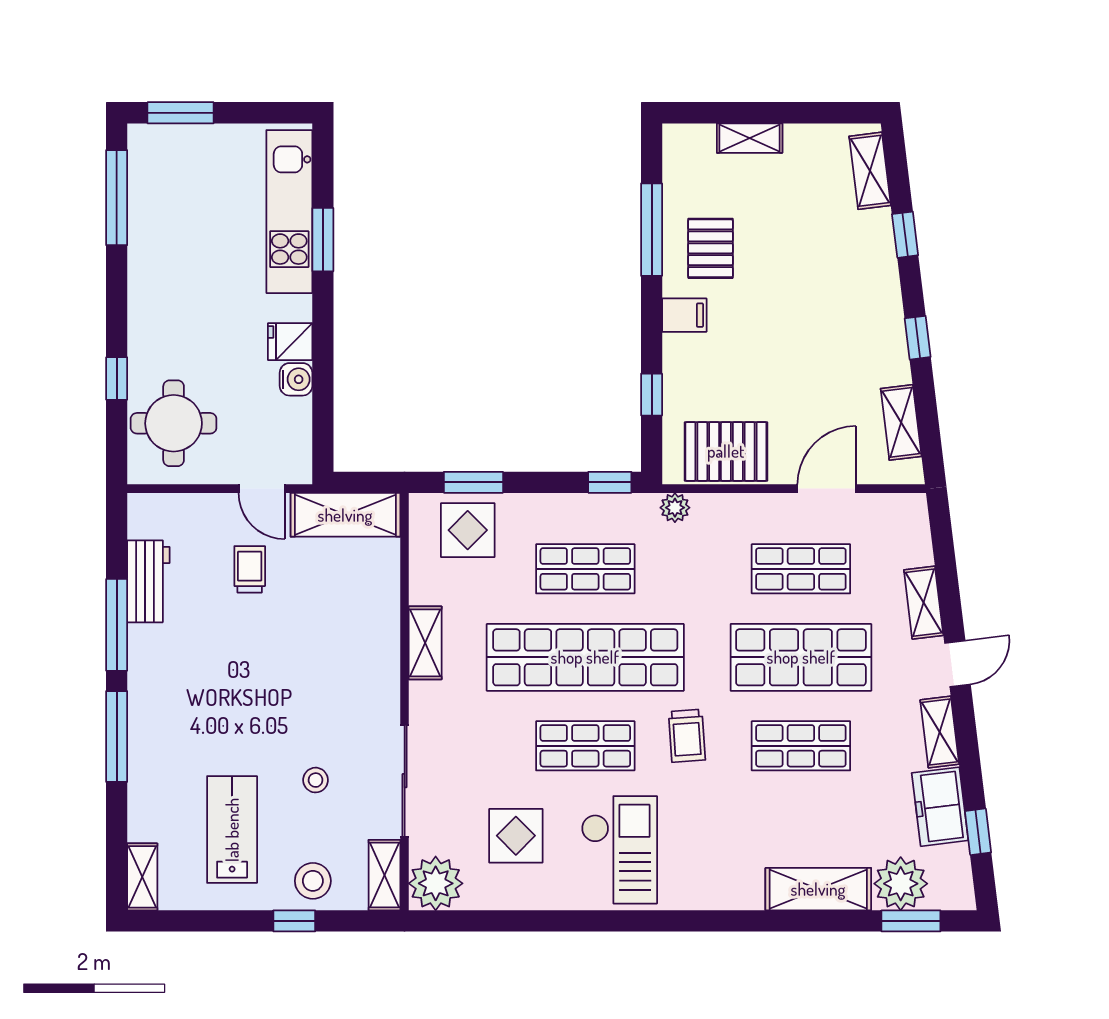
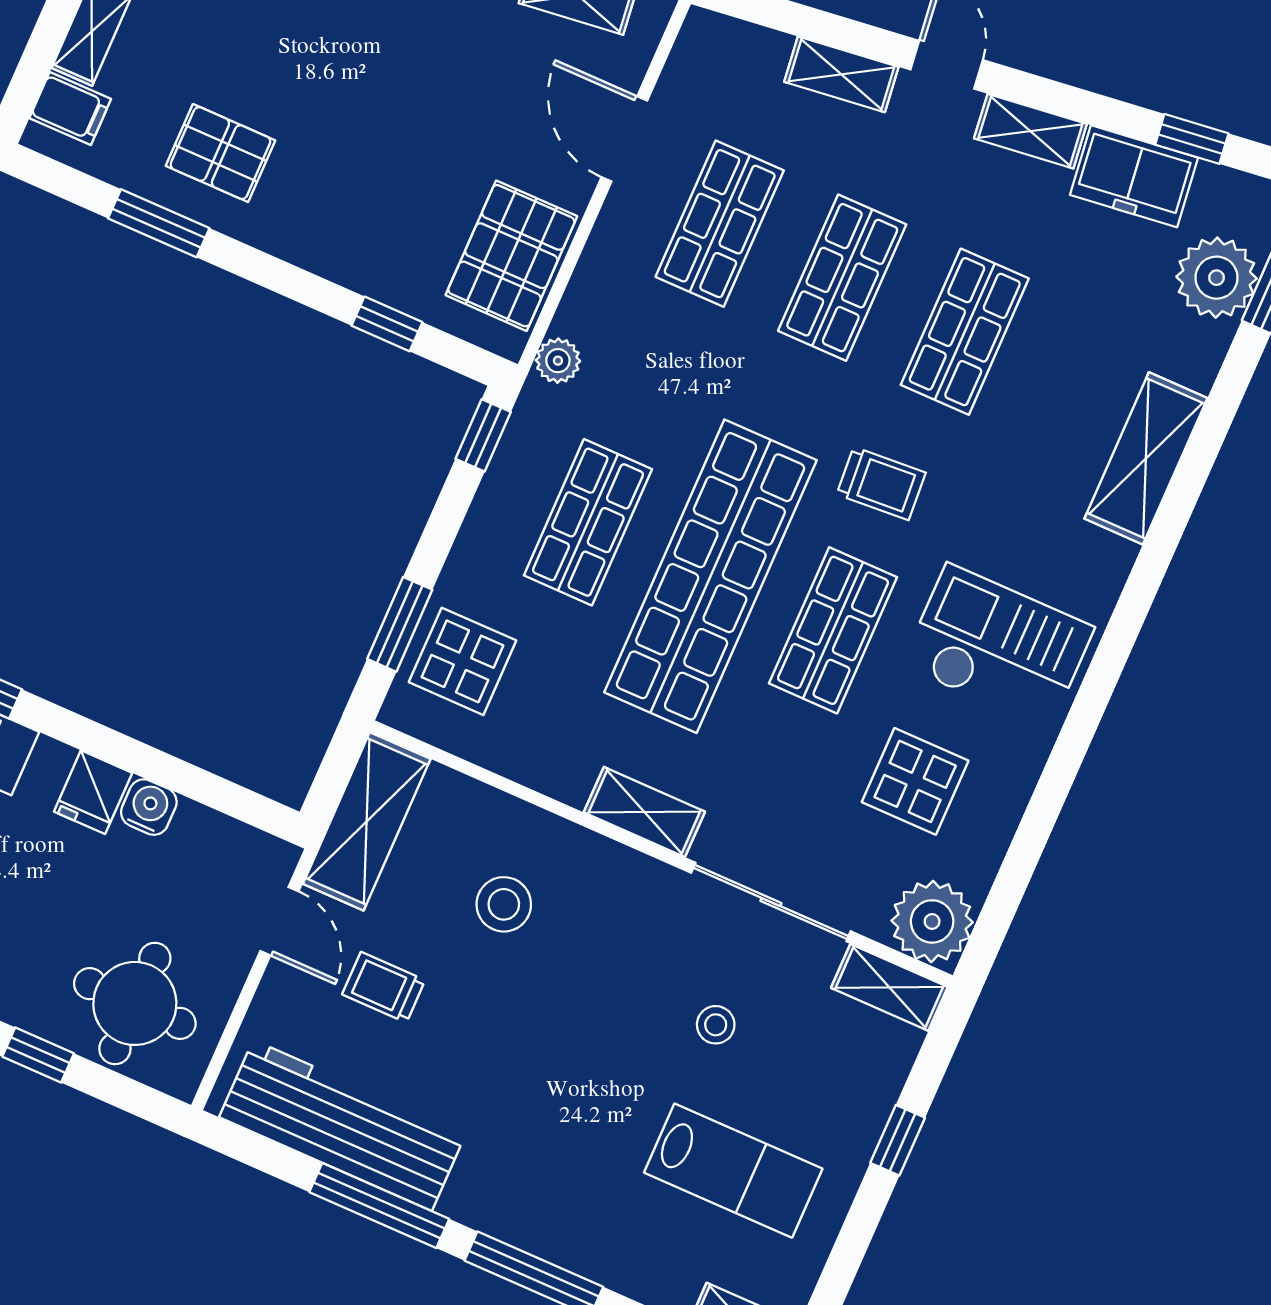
window: (652, 230) -> (159, 223), width x0.69
filing cabinet: (684, 315) -> (70, 109), moved, turned 90
door: (262, 489) -> (279, 921), hinge flipped
workbench: (148, 581) -> (342, 1125), width x1.88, depth x1.32
shelving: (425, 643) -> (644, 812), moved
shop shelf: (801, 657) -> (842, 278), width x0.70, depth x0.74
lab bench: (232, 830) -> (733, 1171), turned 180
stool: (313, 881) -> (504, 904), moved
shelving: (818, 889) -> (1146, 458), moved

